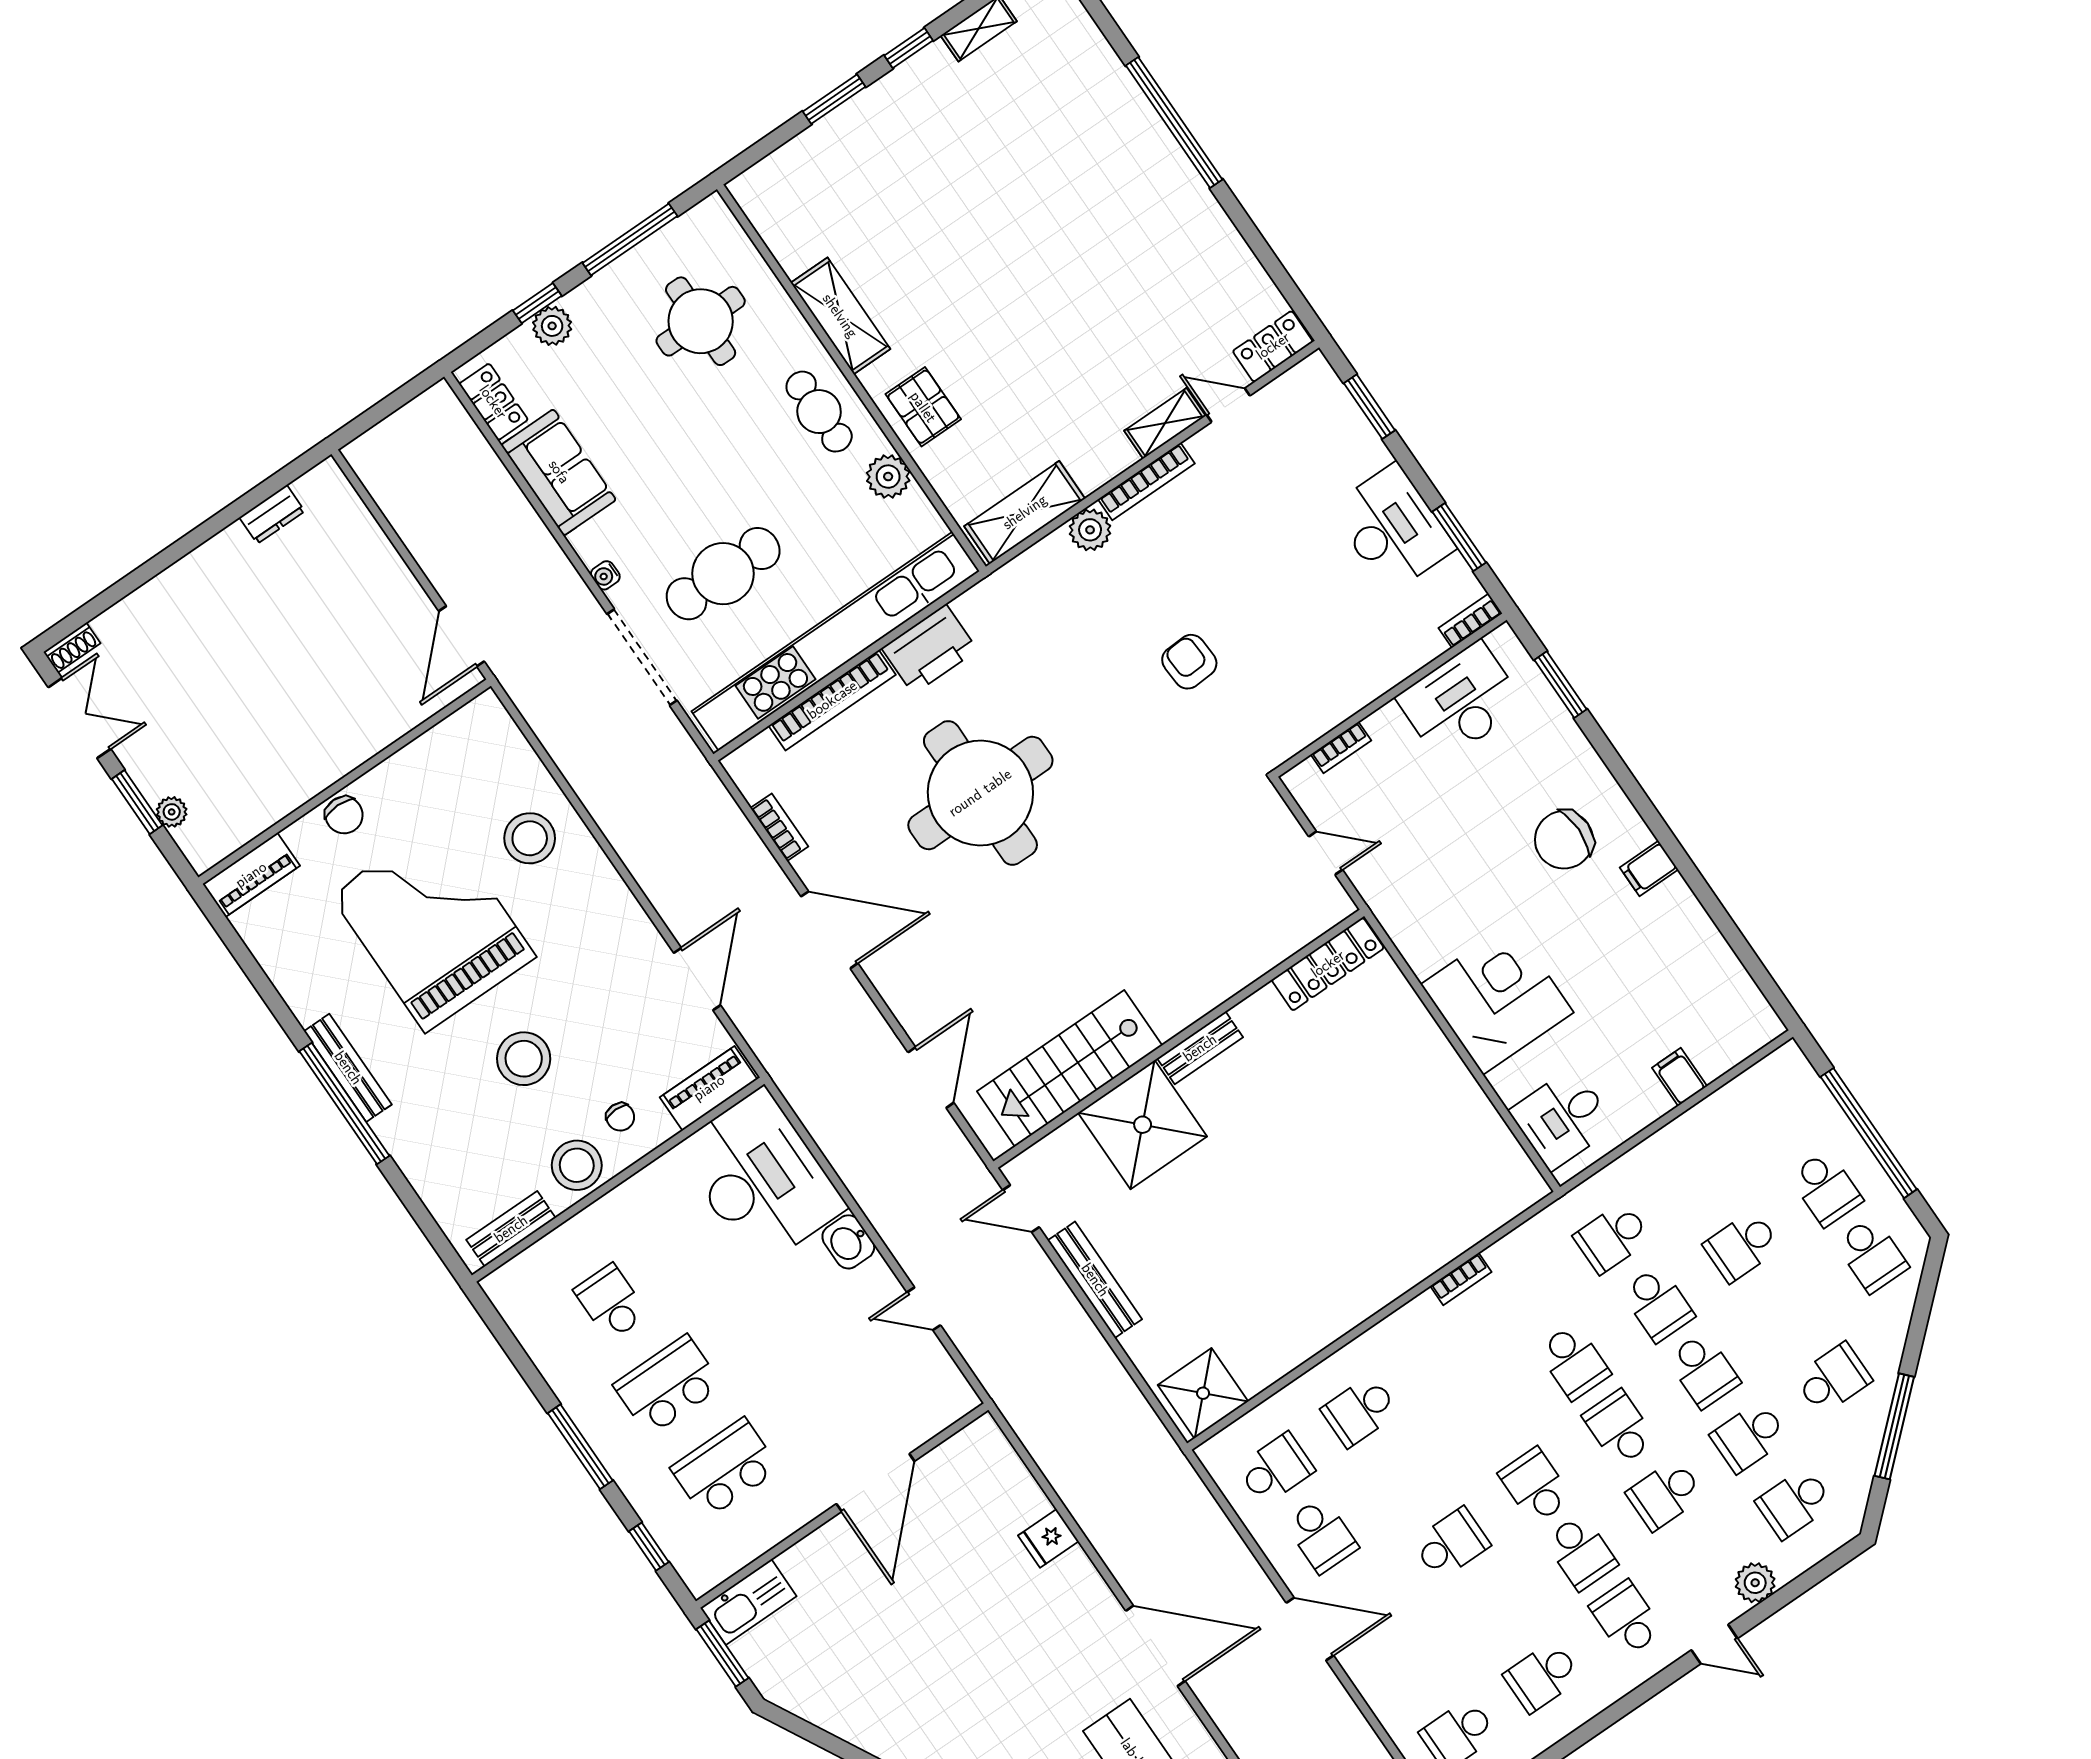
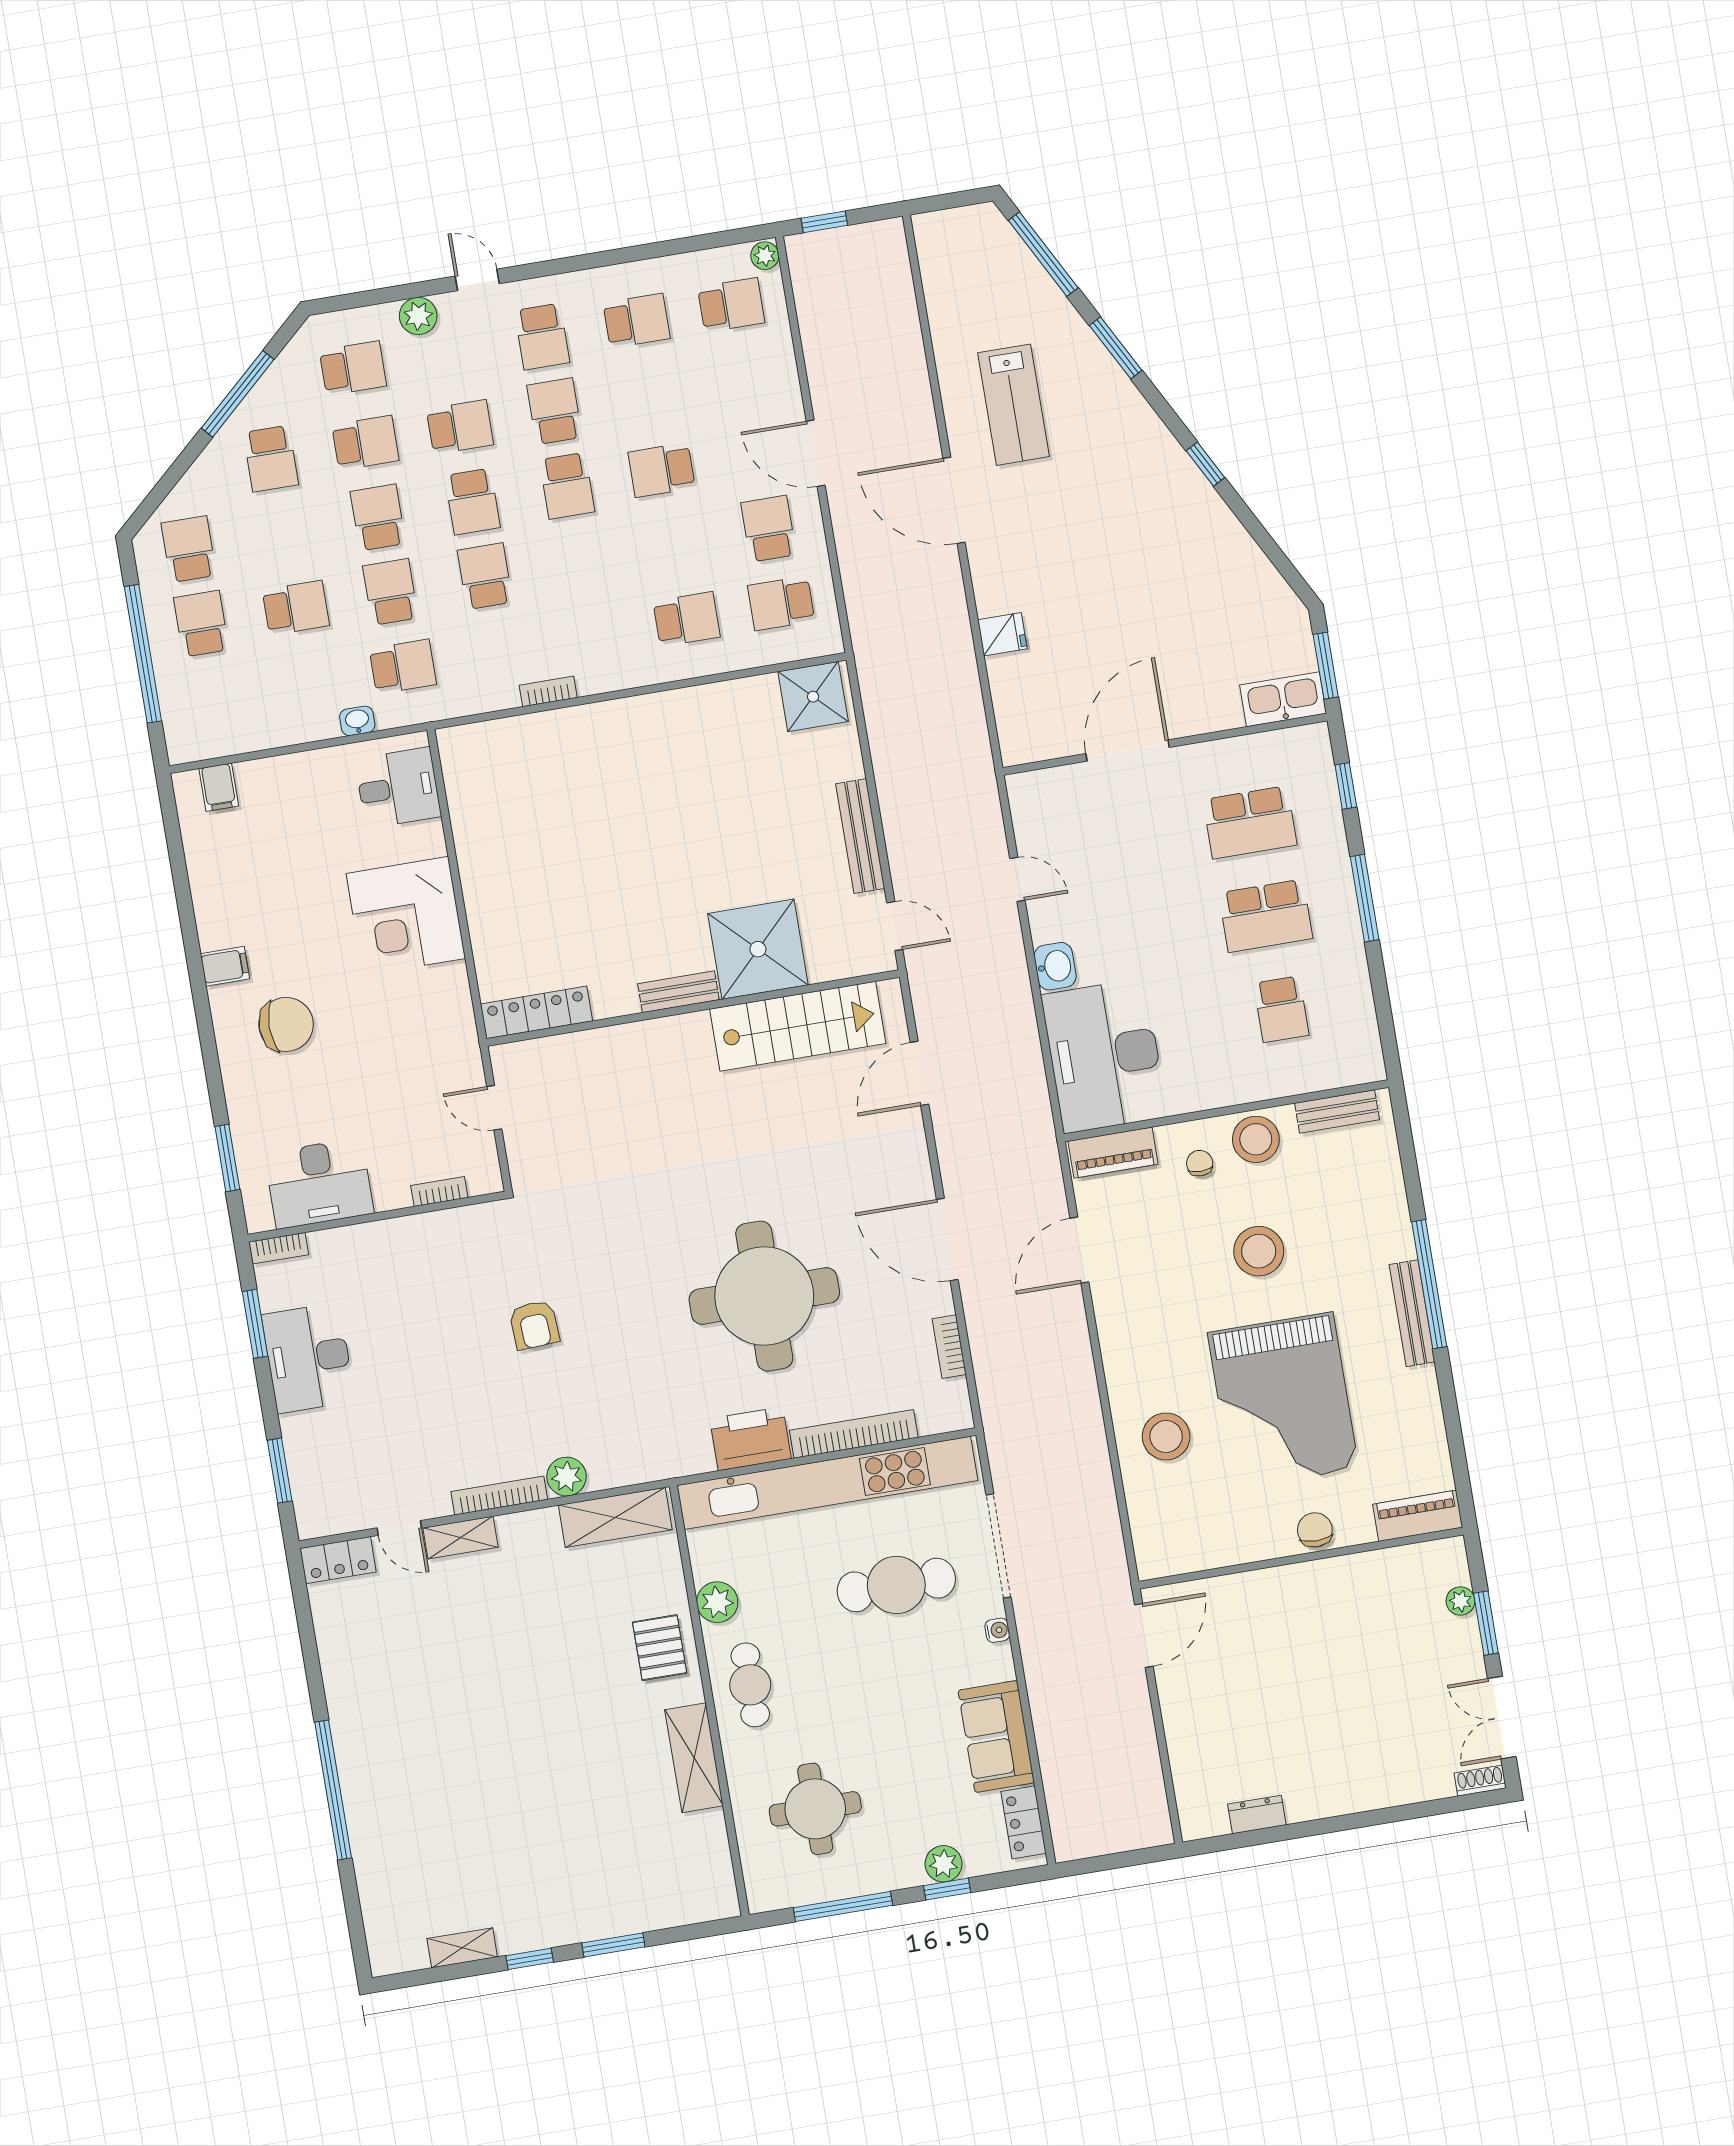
filing cabinet: (1680, 1077) -> (219, 787), moved
washbasin: (1632, 1165) -> (357, 721), added
school desk: (1833, 1379) -> (271, 459), turned -90

